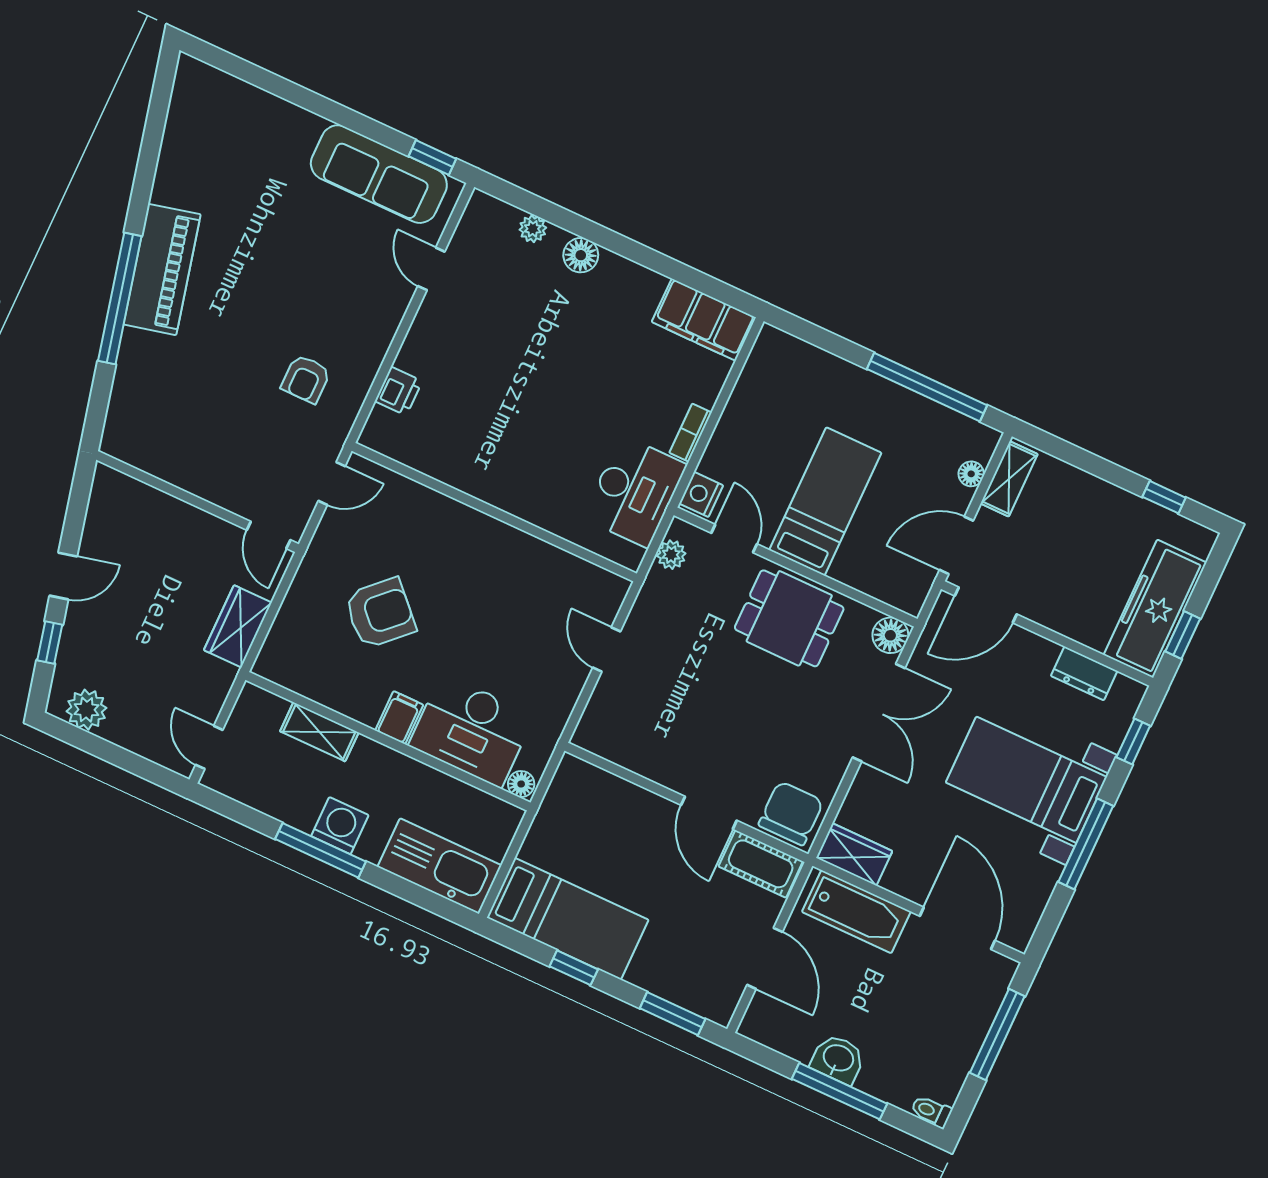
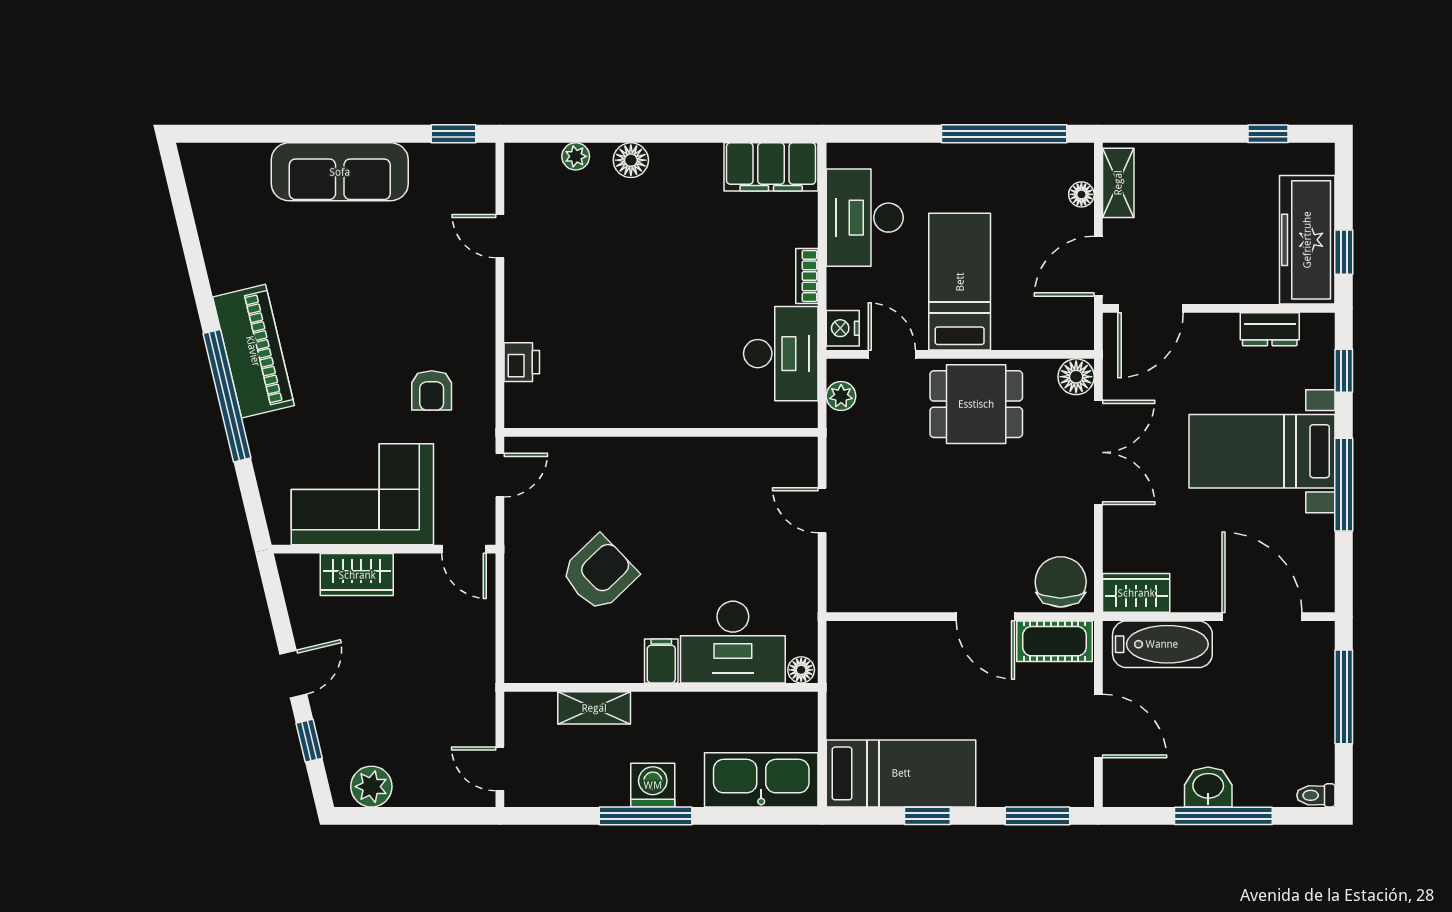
sofa: (379, 174) -> (340, 172), moved
desk: (767, 404) -> (865, 218), added
corner sofa: (200, 443) -> (362, 494), added
wardrobe: (238, 626) -> (357, 575), moved, turned -90

